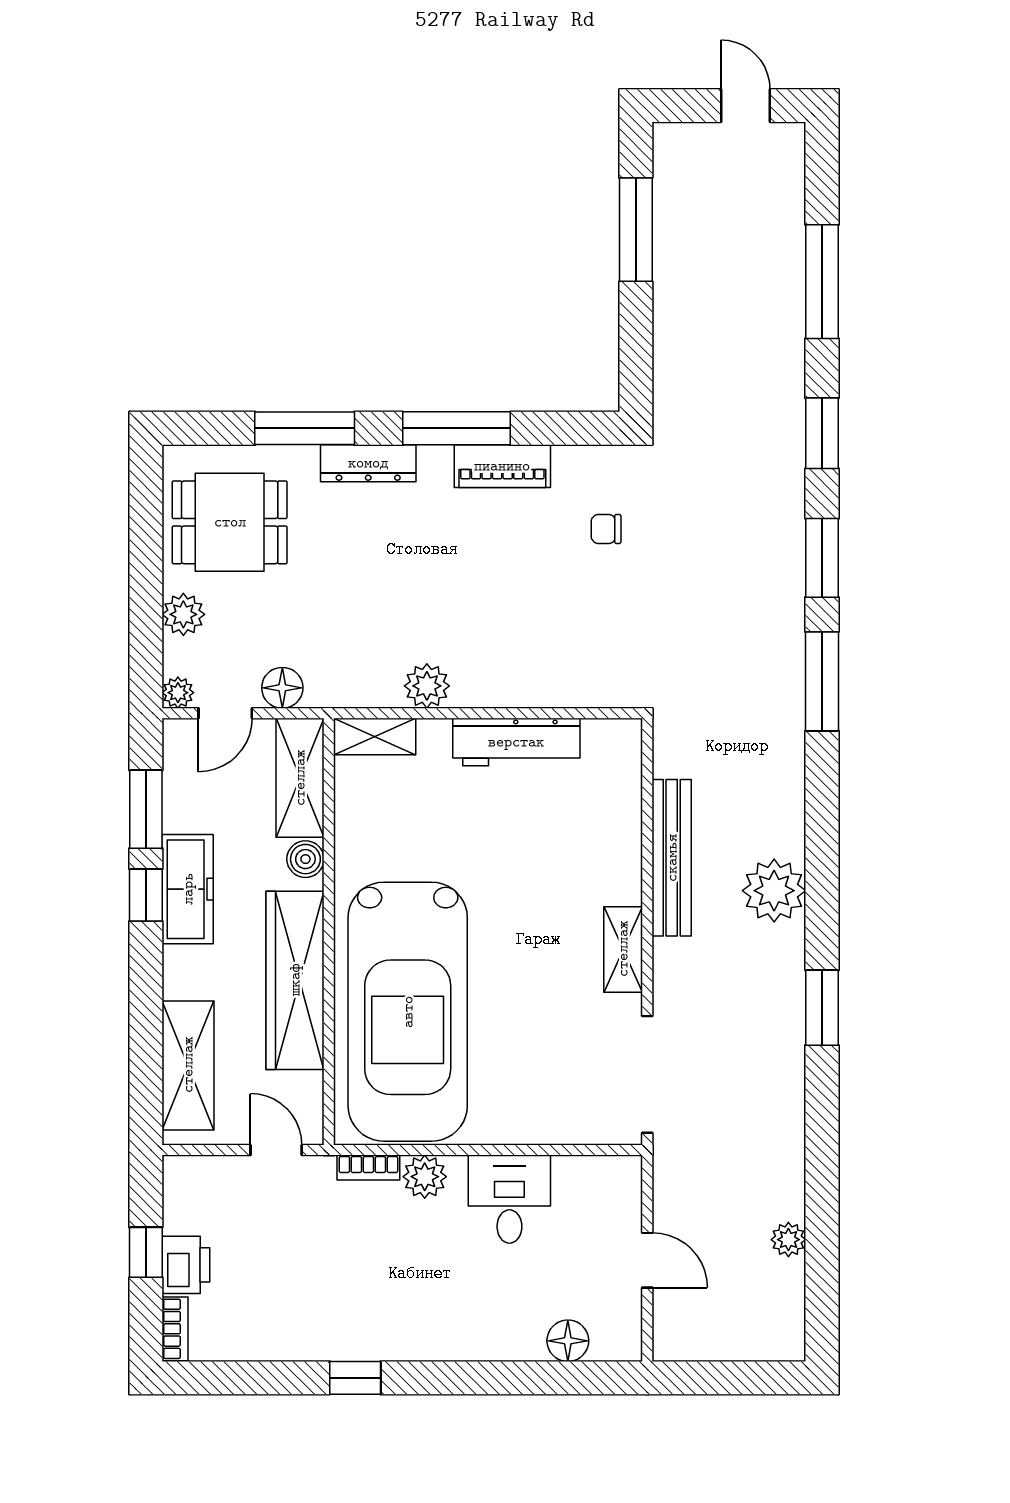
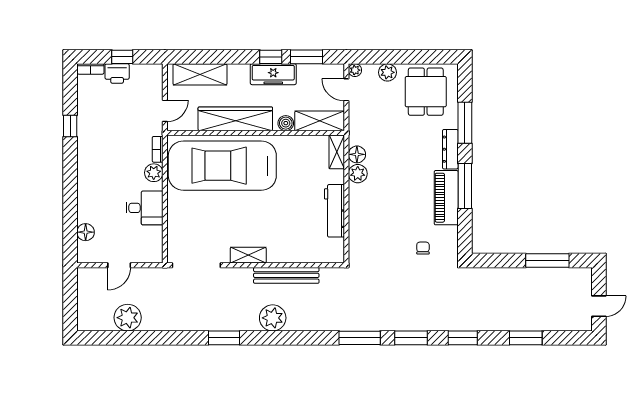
window: (822, 282) -> (526, 338), width x0.69
piano: (502, 466) -> (446, 198), width x1.37, depth x1.33
floor lamp: (282, 688) -> (357, 154), moved
plant: (788, 1240) -> (128, 318), width x1.88, depth x1.88
window: (355, 1378) -> (70, 126), moved

